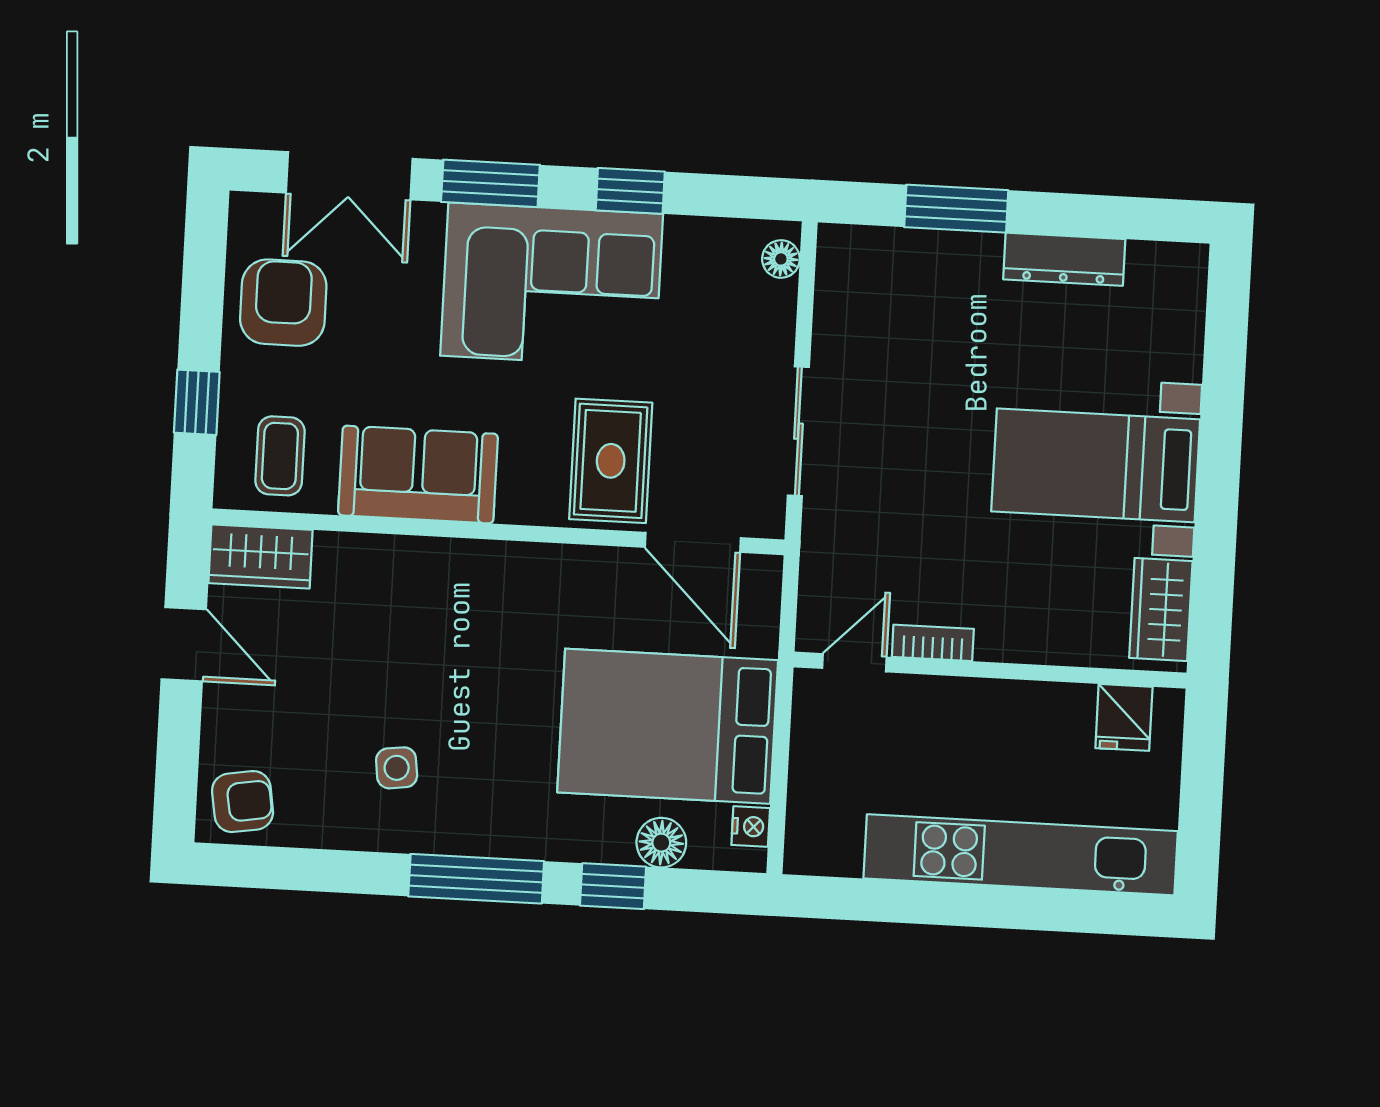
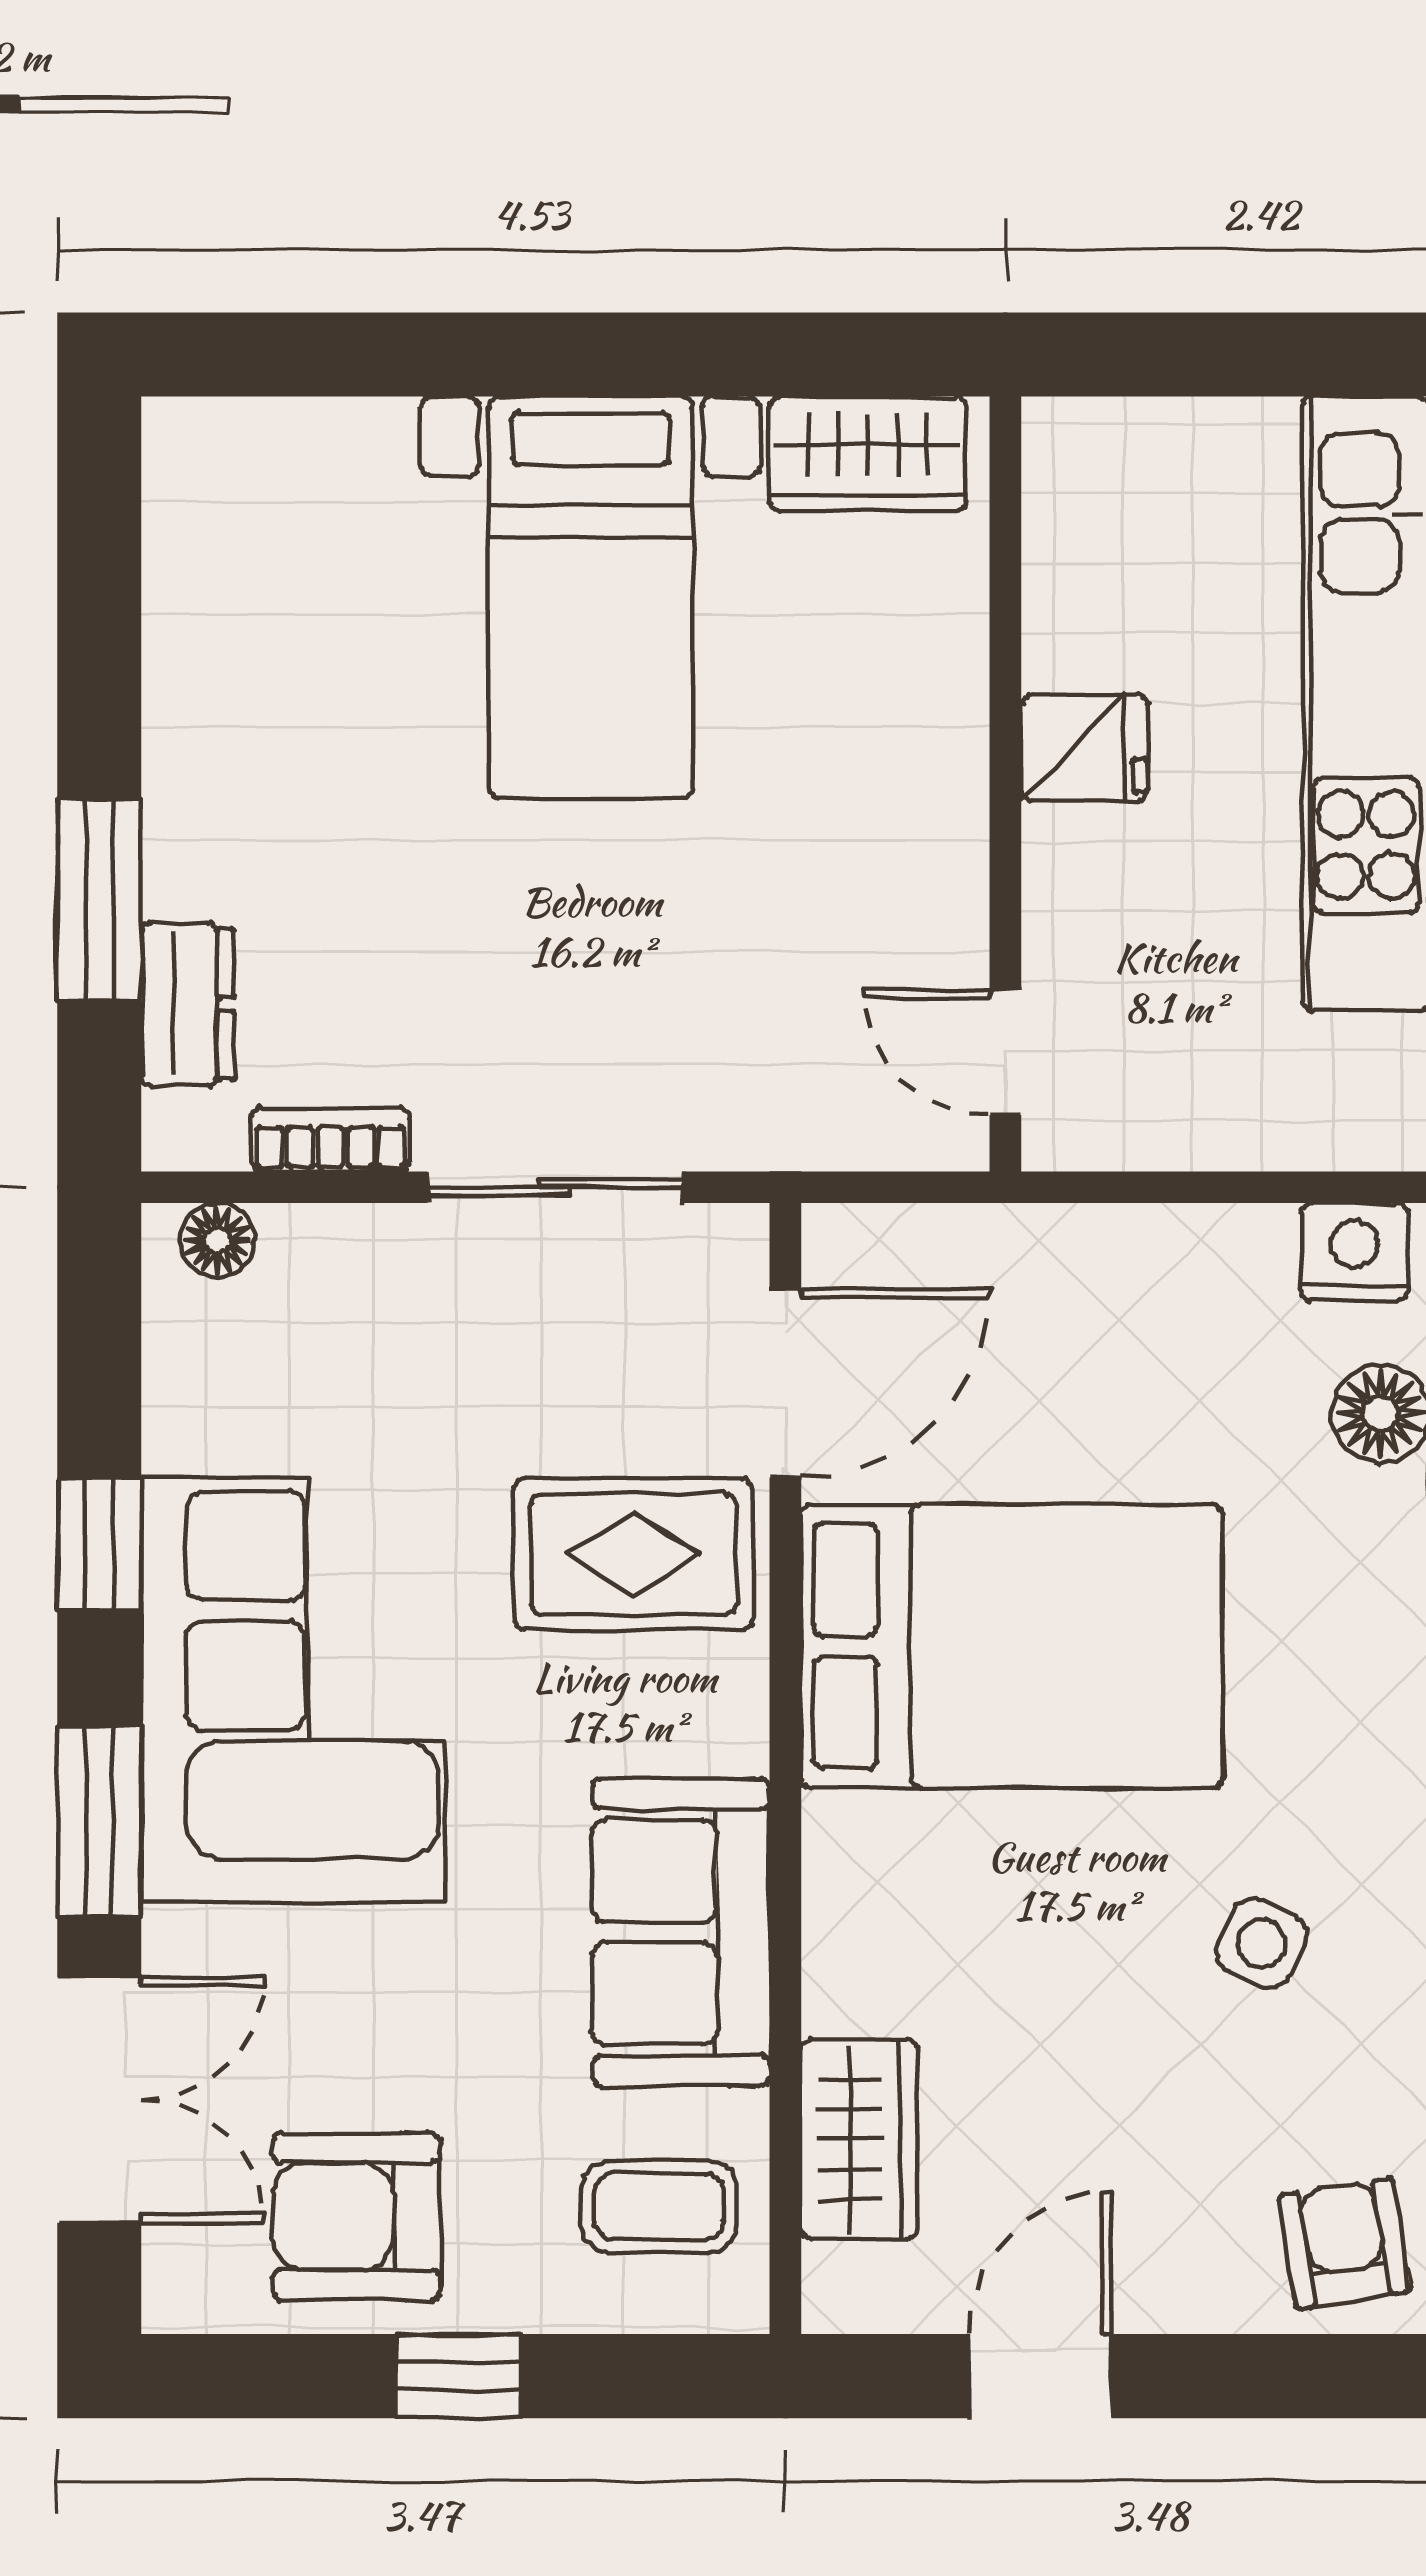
dresser: (1064, 259) -> (188, 1004), moved, width x0.70
window: (197, 402) -> (459, 2376), moved
wardrobe: (261, 556) -> (859, 2139), moved
bookcase: (933, 643) -> (330, 1140), moved, turned 90
fridge: (1124, 717) -> (1084, 748), moved
bed: (668, 726) -> (1012, 1646), moved, turned -90
side table: (397, 768) -> (1261, 1943), turned 31
nightstand: (751, 827) -> (1354, 1252), width x1.39, depth x1.35

